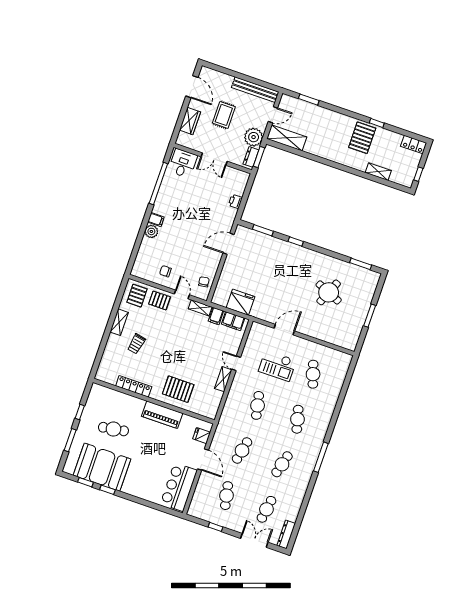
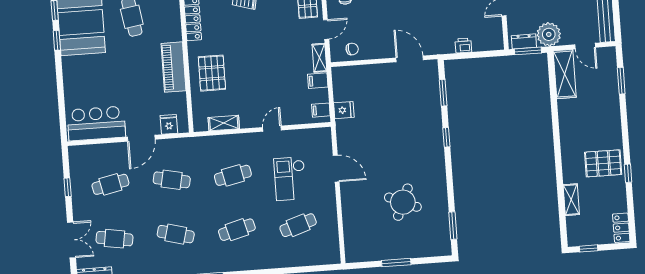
fridge: (240, 302) -> (344, 110), width x0.53, depth x0.75
filing cabinet: (233, 321) -> (321, 110), width x0.50
shelving: (223, 379) -> (224, 123), moved

